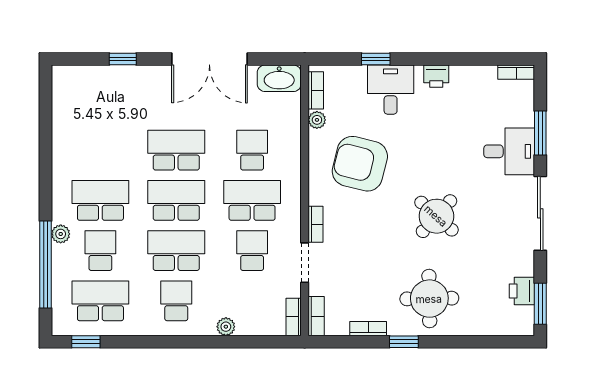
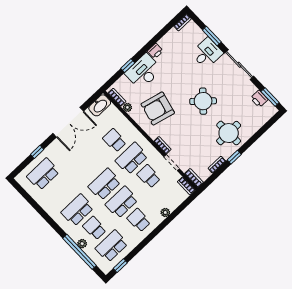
desk: (391, 90) -> (143, 71), width x1.37
school desk: (176, 150) -> (43, 174), moved
plant: (61, 234) -> (82, 244), moved

